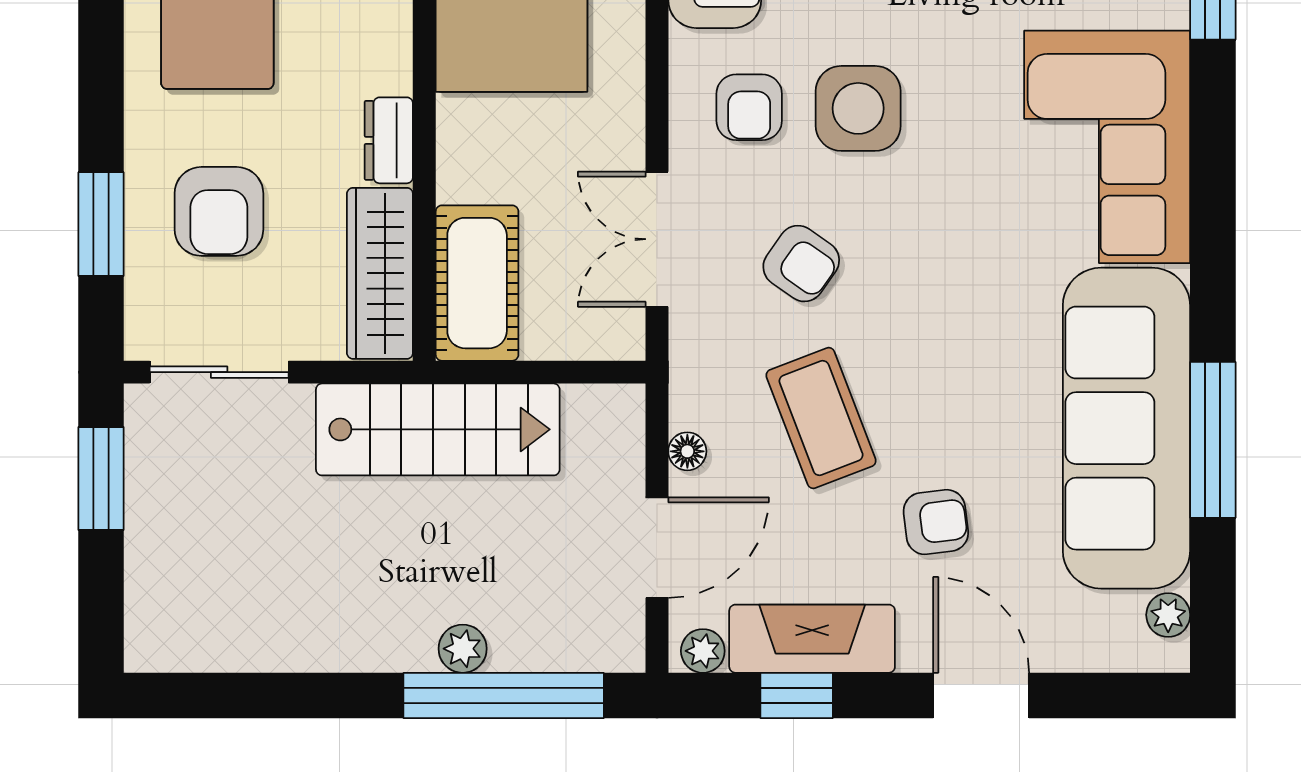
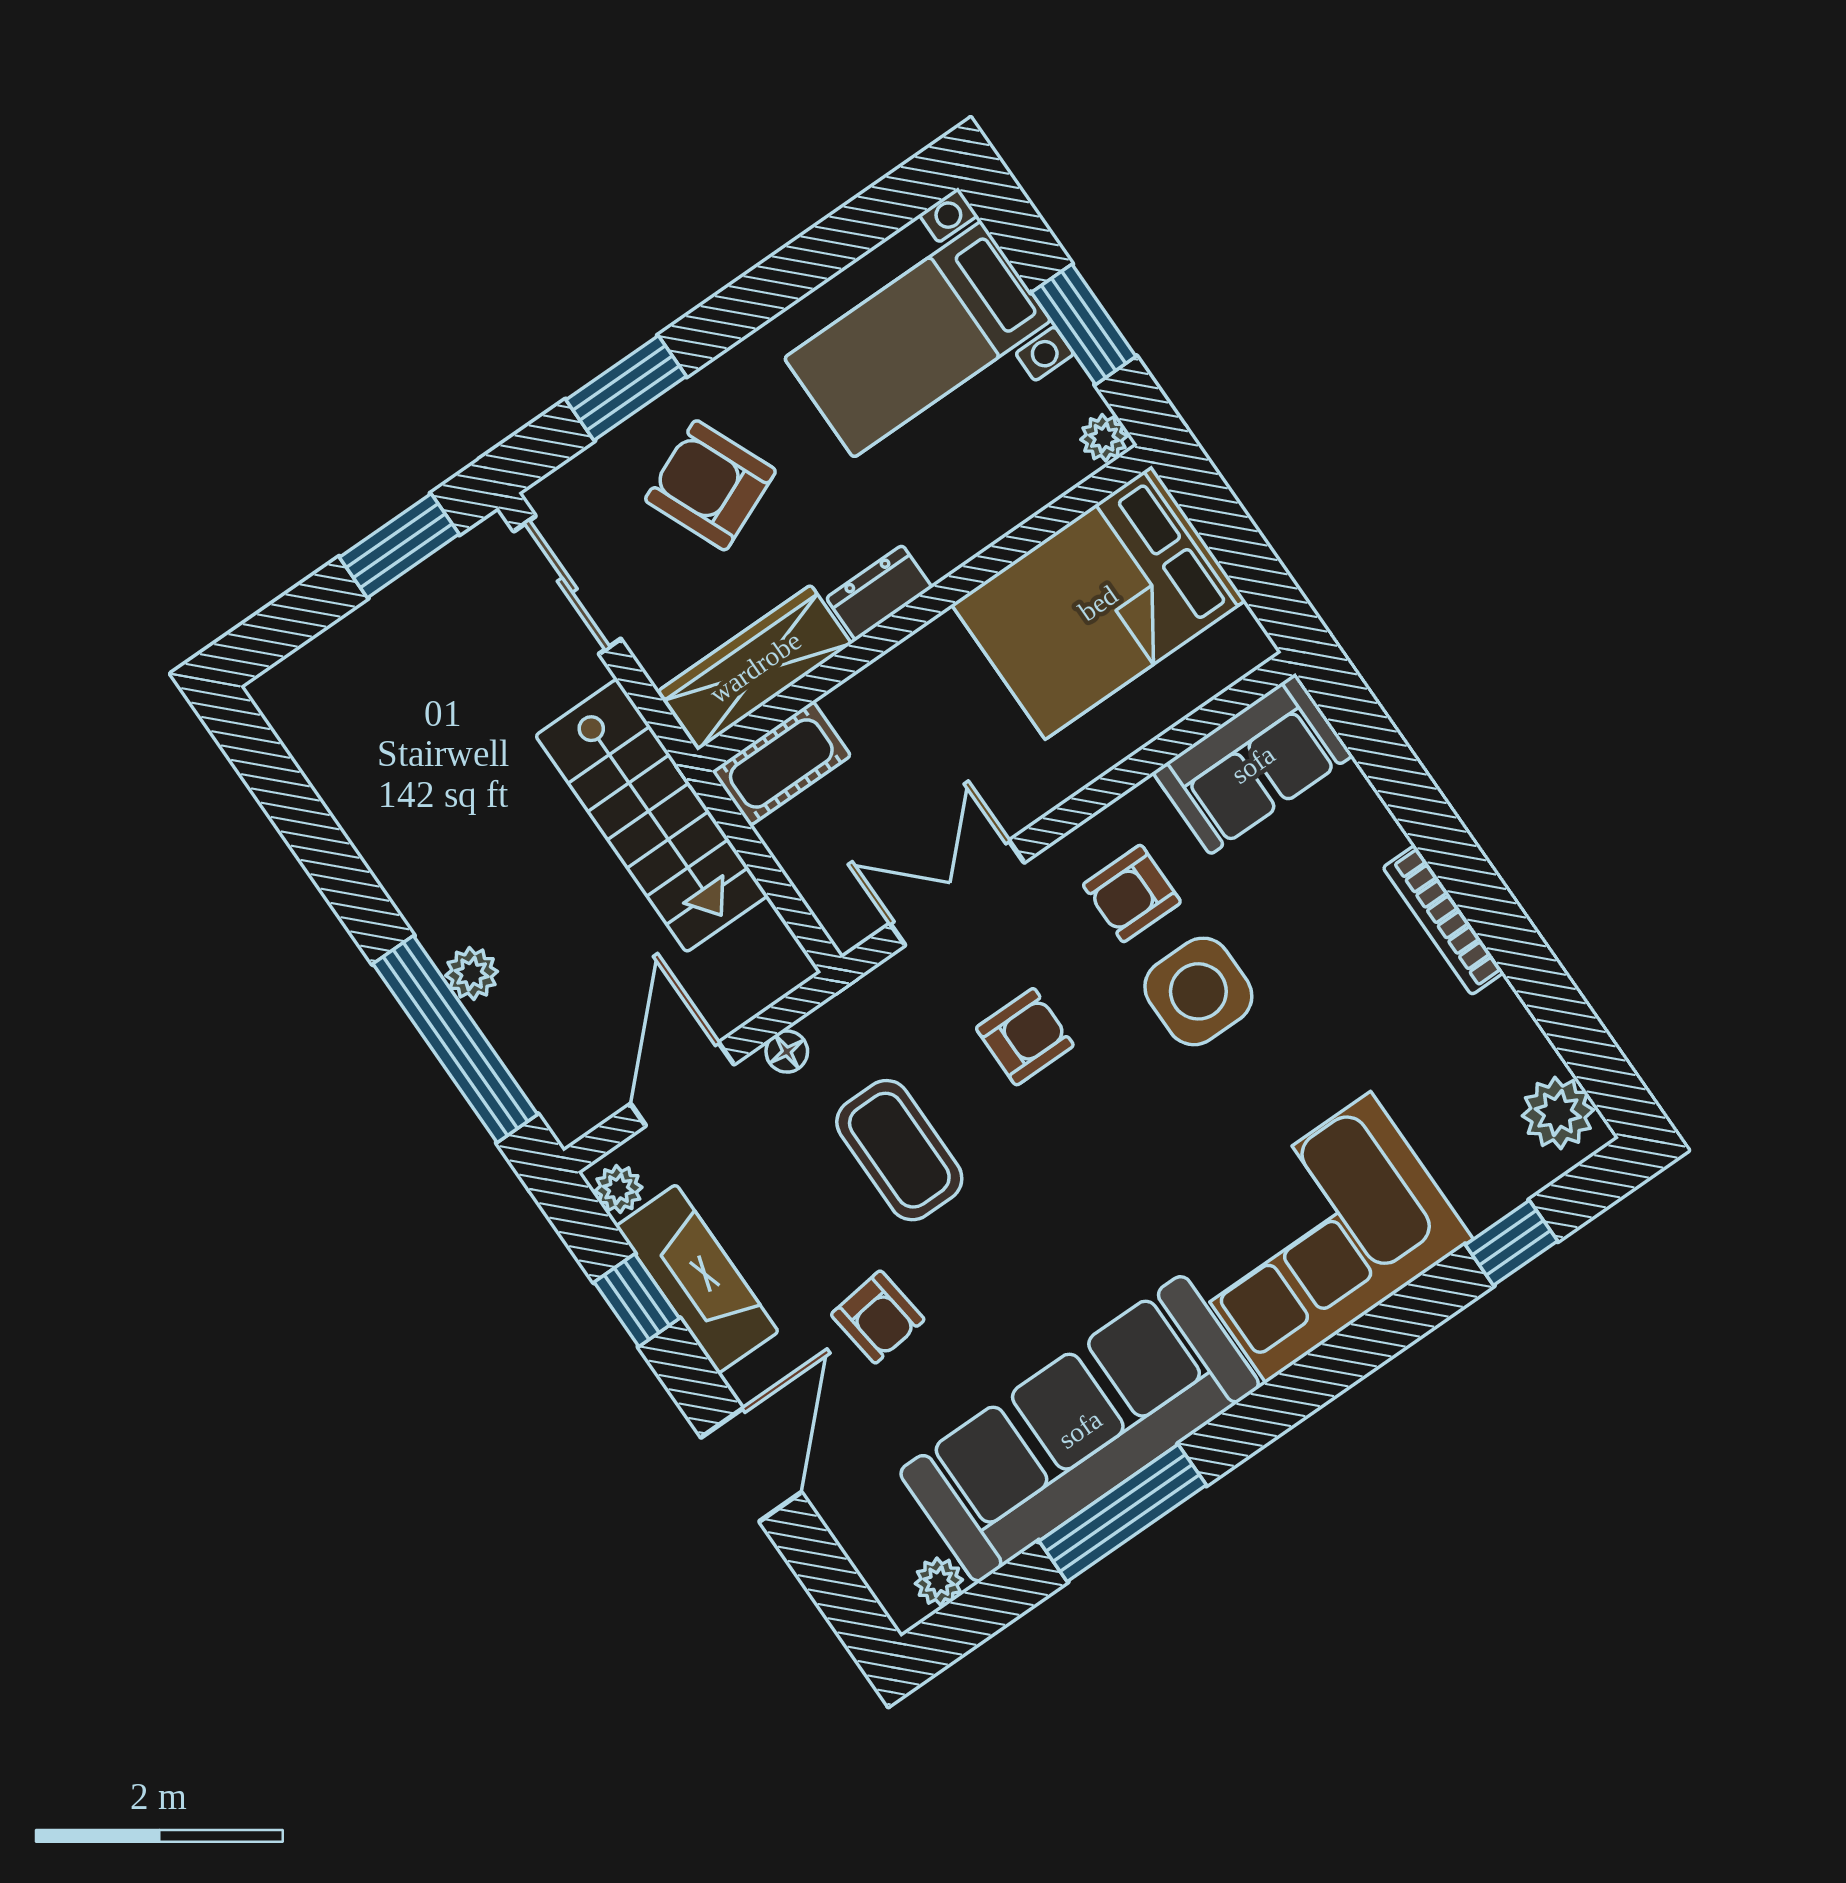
armchair: (219, 211) -> (710, 485), turned 67
armchair: (801, 264) -> (1025, 1037), turned -125
cot: (477, 283) -> (781, 763), width x0.73, depth x0.75
coffee table: (821, 418) -> (899, 1150), turned -69
door: (657, 548) -> (682, 1084), swing flipped

